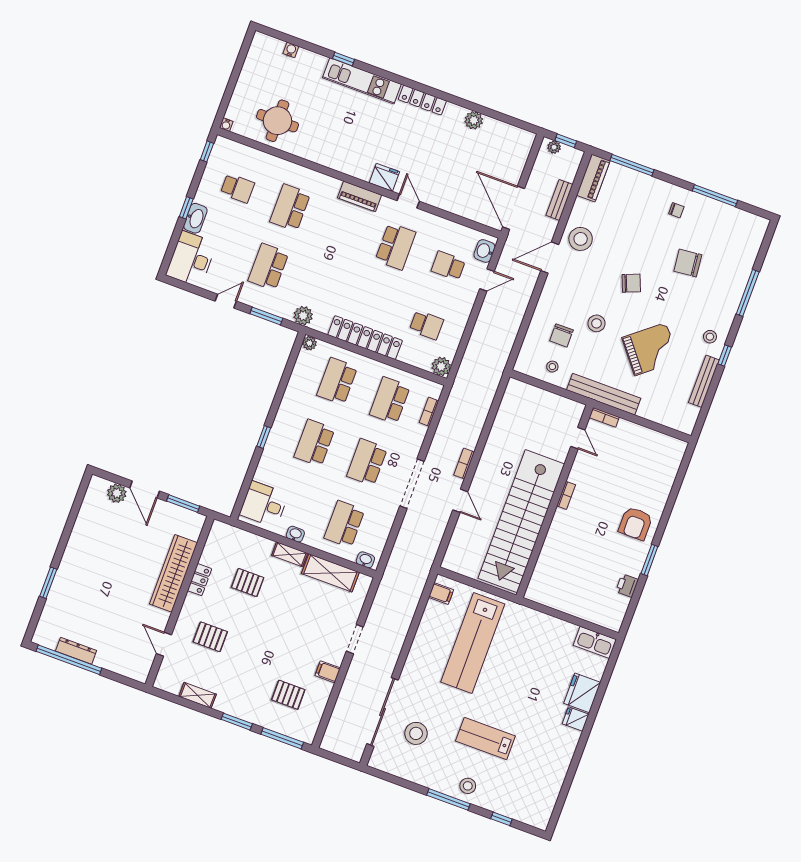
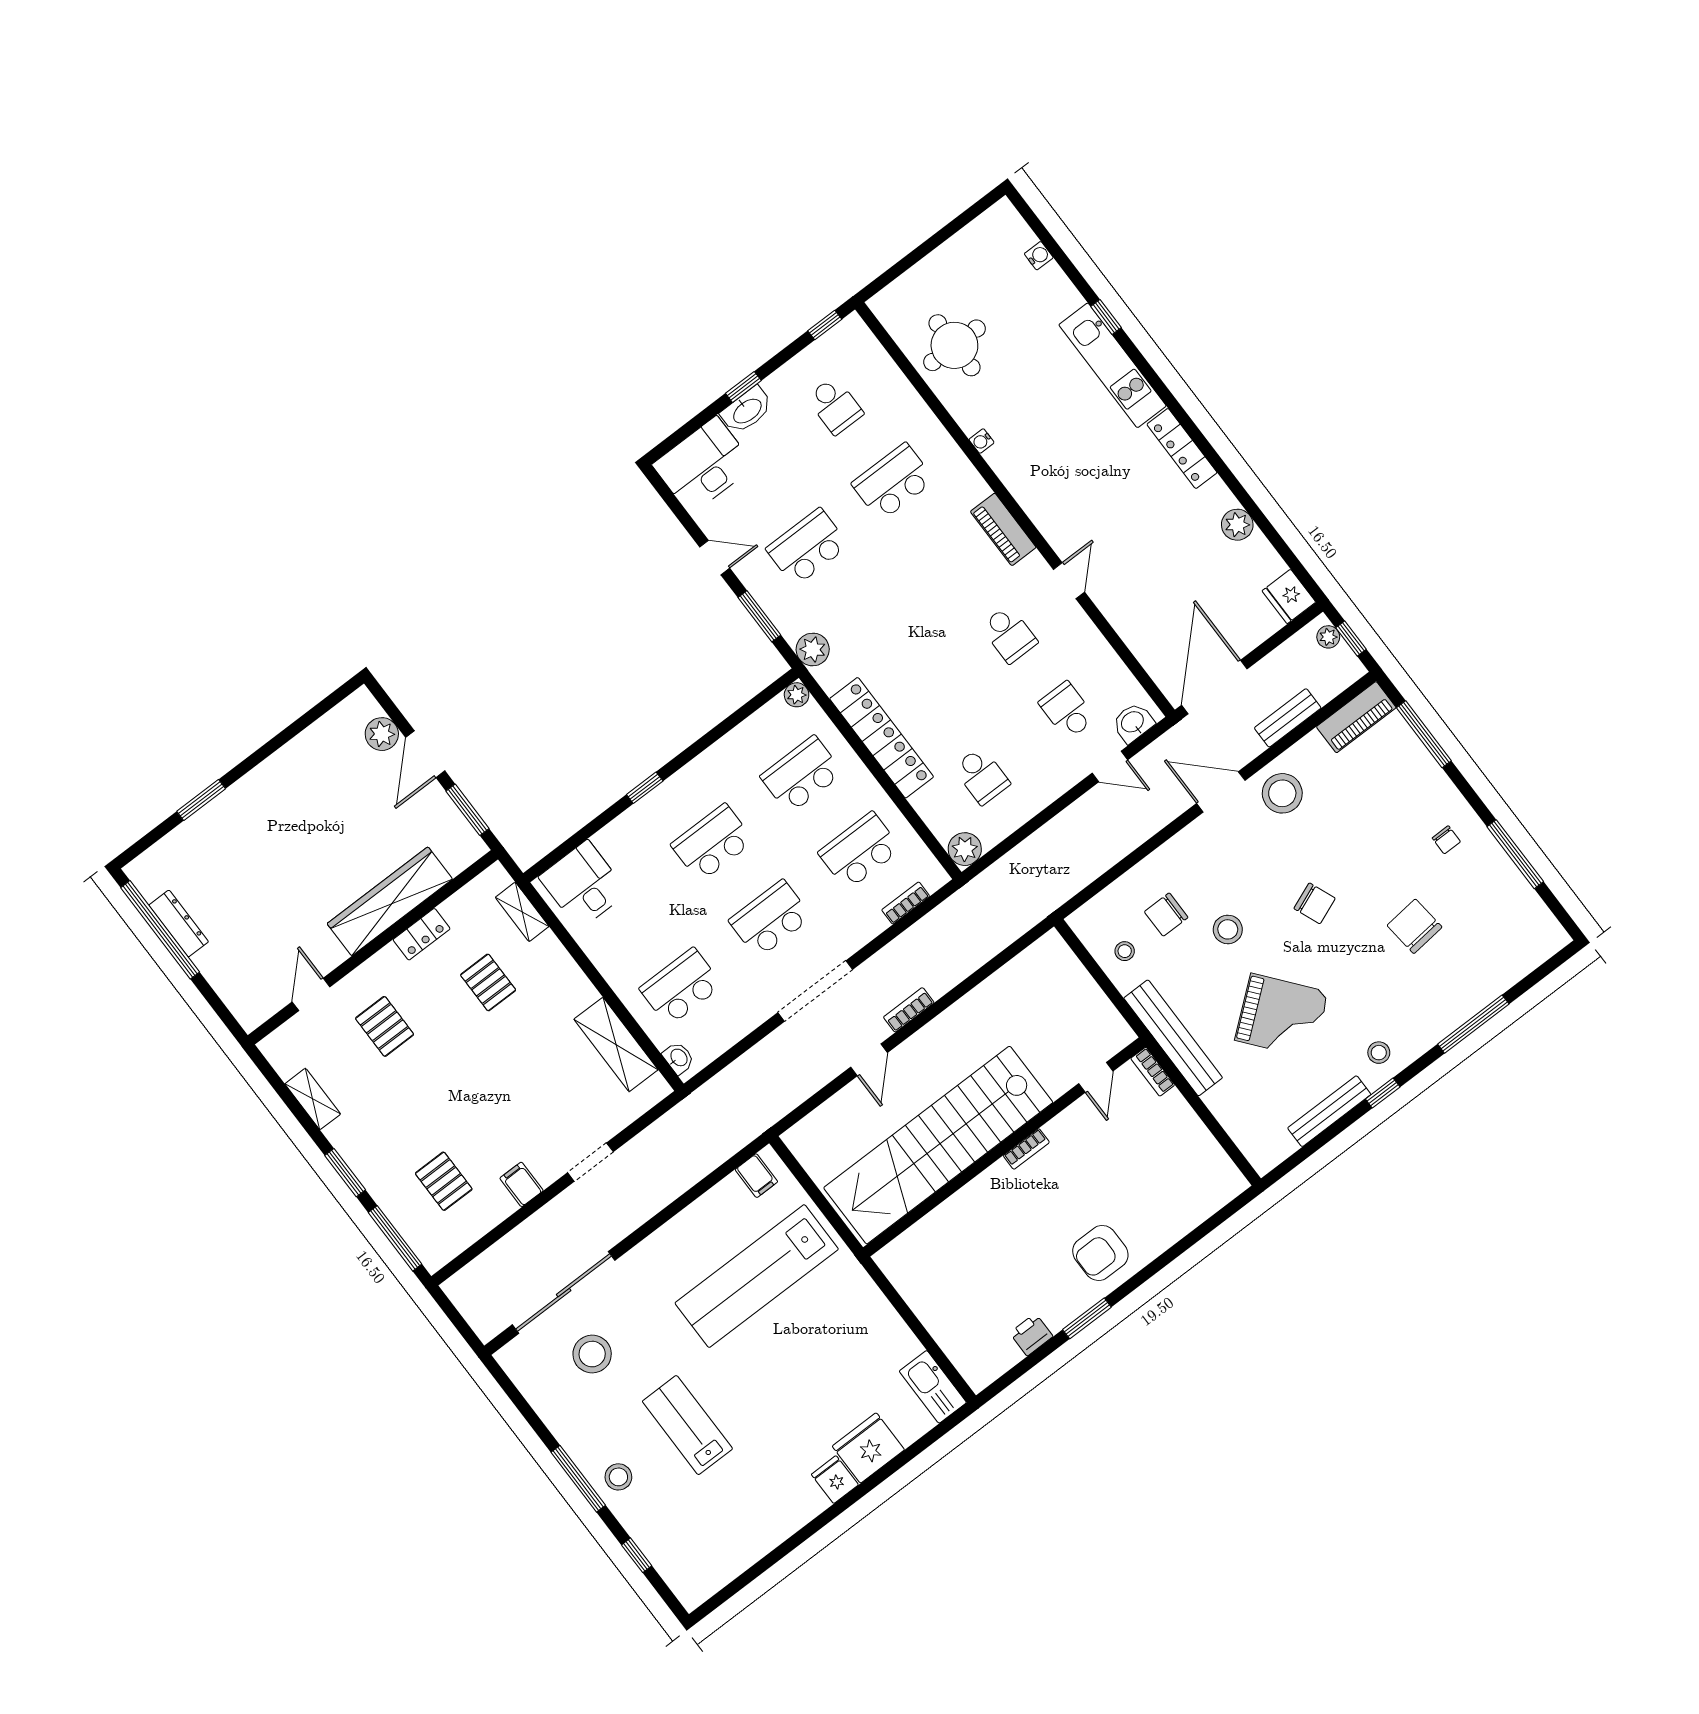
water cooler: (226, 125) -> (982, 441), moved
fridge: (384, 177) -> (1289, 596), moved, turned 180
school desk: (396, 246) -> (1009, 634), width x0.54
washbasin: (295, 534) -> (601, 957), removed
shelving: (290, 554) -> (522, 912), moved

